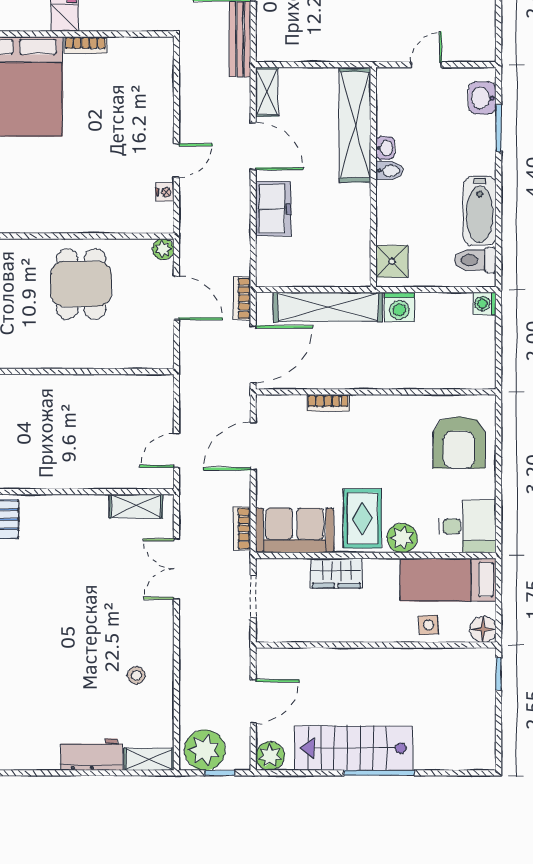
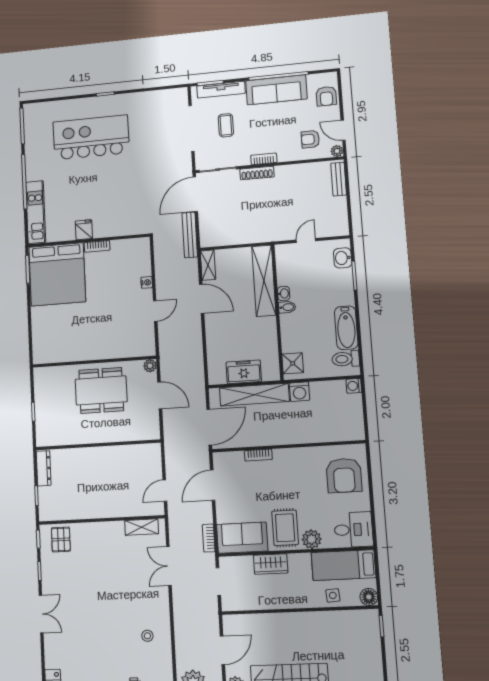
nightstand: (165, 192) -> (147, 282), moved
freezer: (273, 209) -> (244, 372), moved, turned -90
dining table: (81, 284) -> (101, 390), width x1.38
bookcase: (242, 298) -> (200, 393), removed

